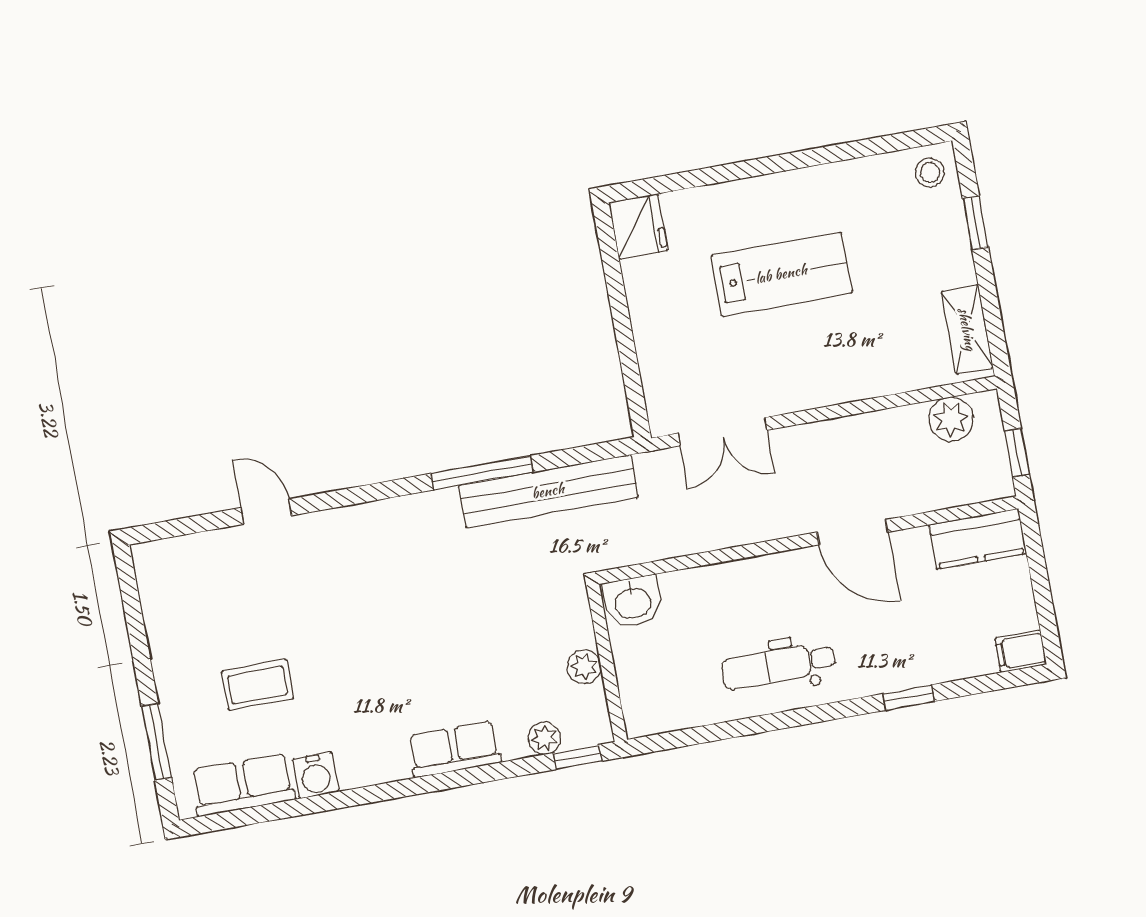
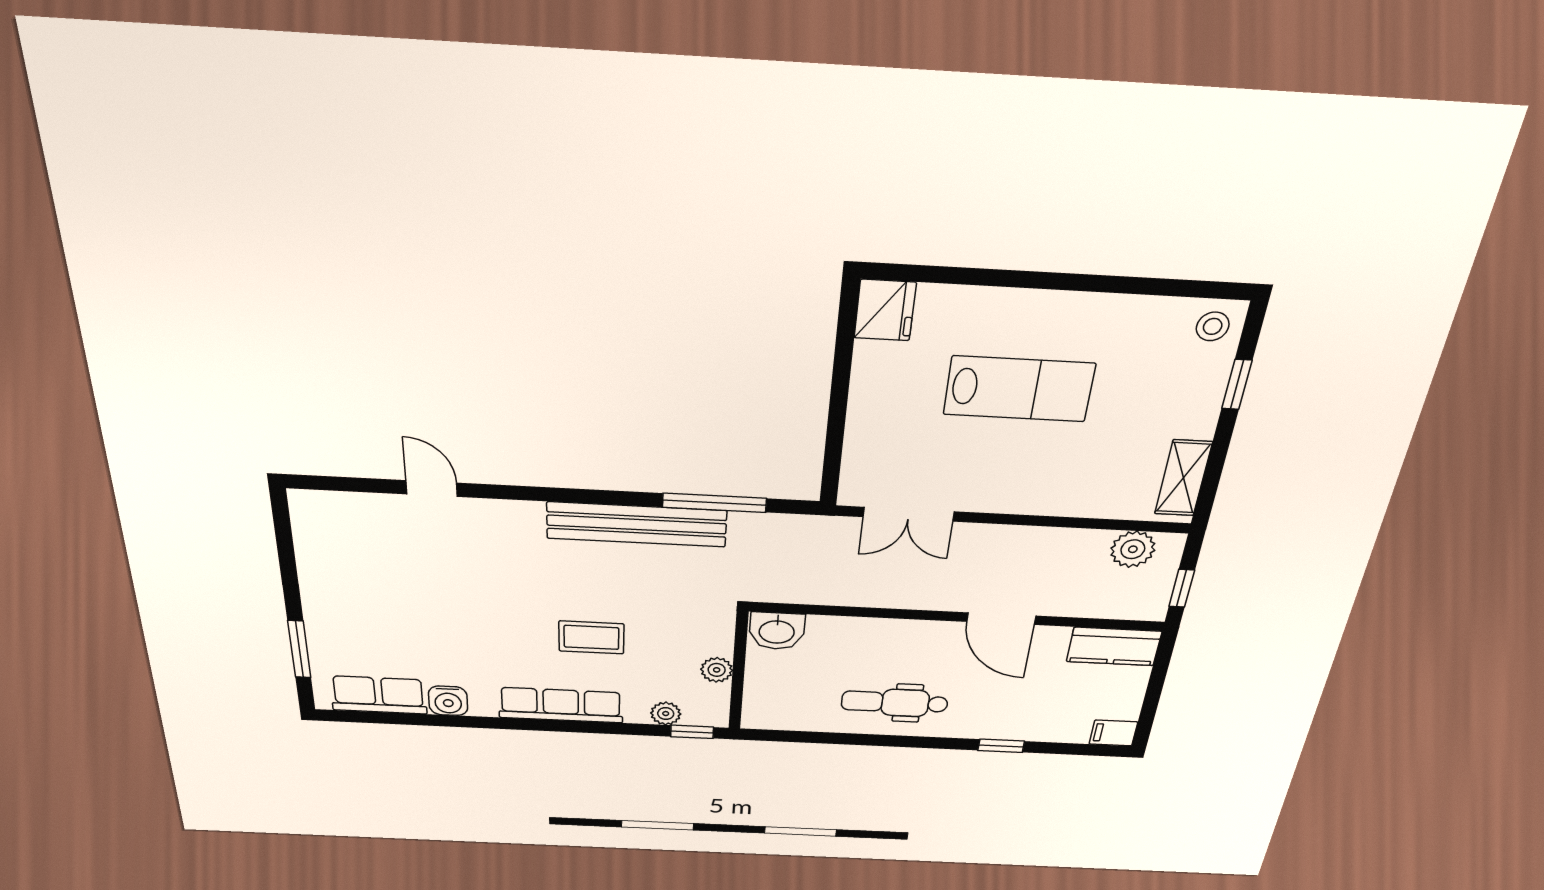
window: (482, 473) -> (714, 503), moved
bench: (548, 491) -> (637, 524), moved
coffee table: (258, 685) -> (591, 637), moved
row of seats: (454, 749) -> (561, 705), width x1.48

